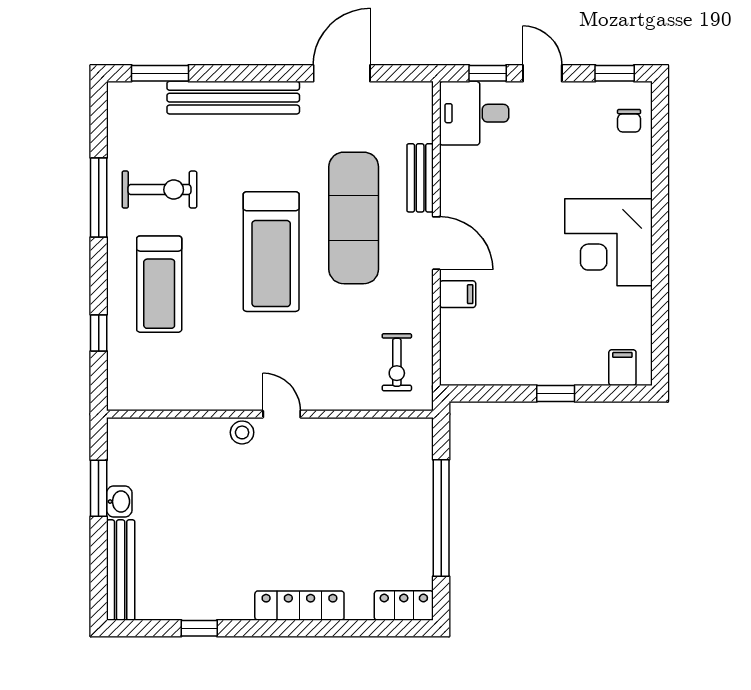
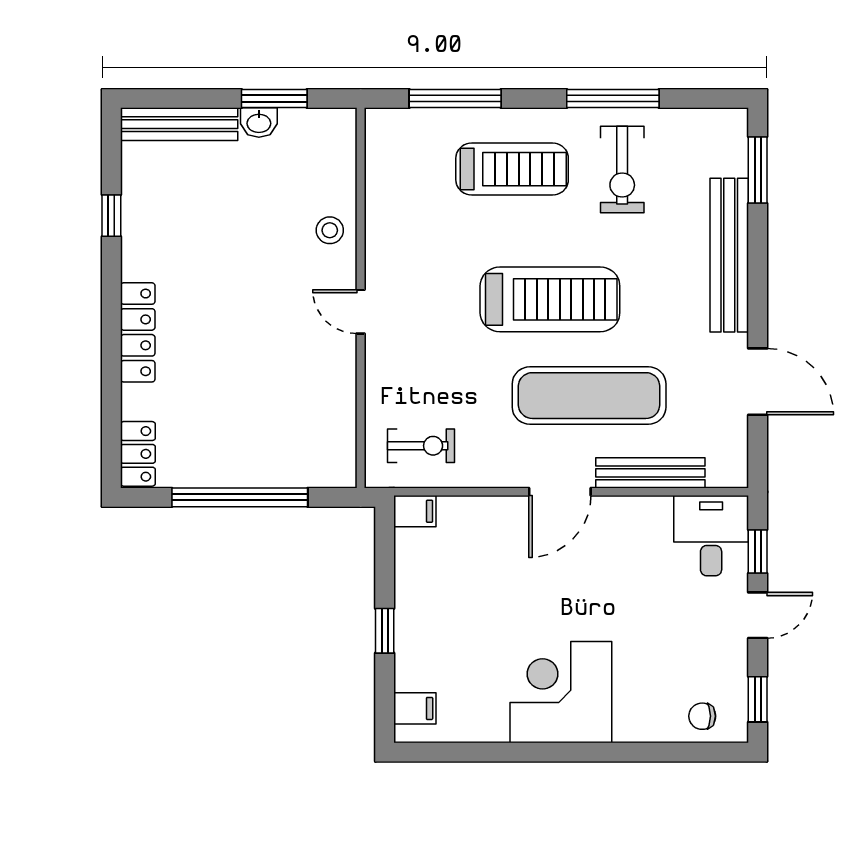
bench: (420, 178) -> (650, 473), width x1.36
treadmill: (271, 252) -> (550, 299), turned 180
treadmill: (159, 284) -> (512, 169), turned 180
filing cabinet: (458, 294) -> (415, 511), moved, turned -90
window: (99, 333) -> (455, 99), width x2.17
exercise bike: (397, 362) -> (421, 446), turned 180
door: (282, 414) -> (361, 312), swing flipped
stool: (242, 432) -> (330, 230), moved

